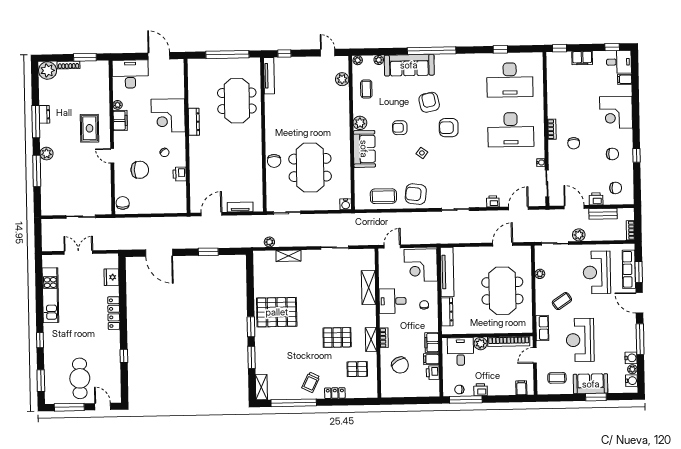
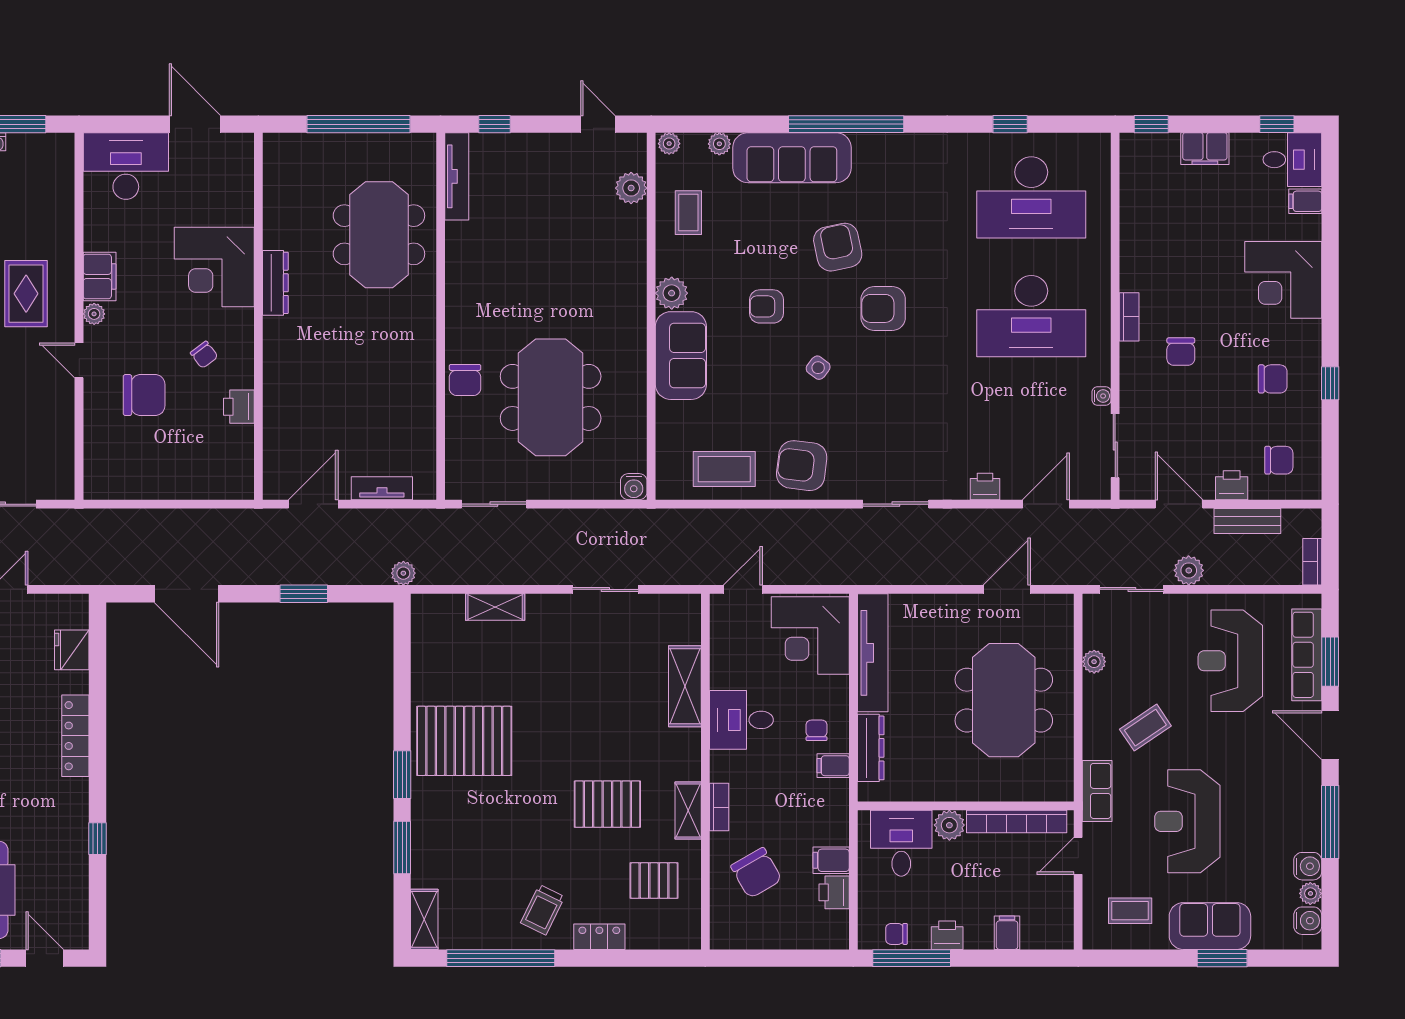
plant: (118, 105) -> (94, 314), moved
chair: (123, 203) -> (102, 473), removed
plant: (269, 242) -> (403, 573), moved
filing cabinet: (432, 343) -> (833, 766), moved, width x0.50
filing cabinet: (521, 388) -> (1007, 933), moved

